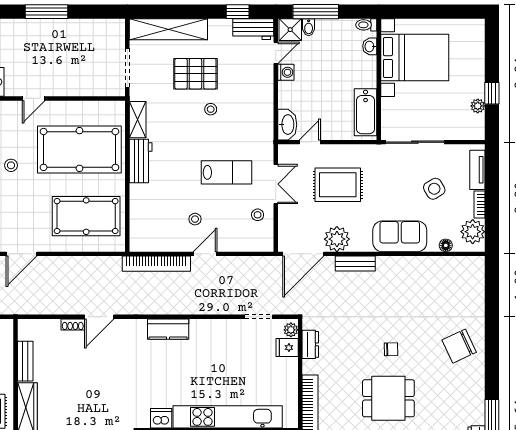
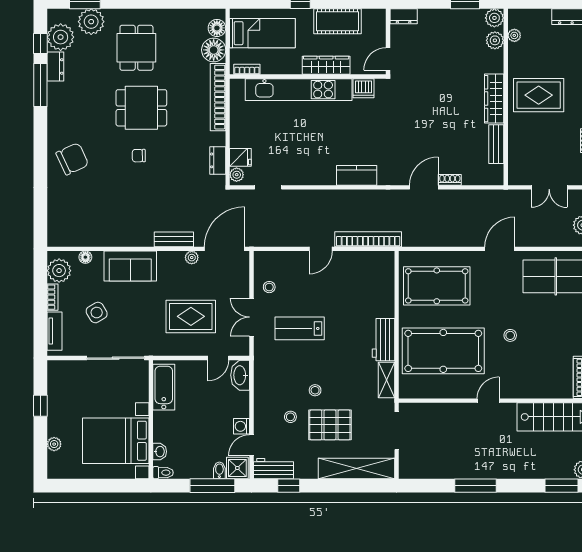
plant: (478, 106) -> (54, 444), moved
stool: (195, 219) -> (290, 417), moved
plant: (337, 239) -> (192, 258), width x0.53, depth x0.53

